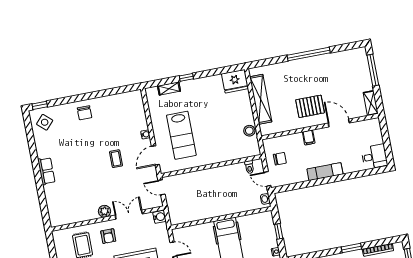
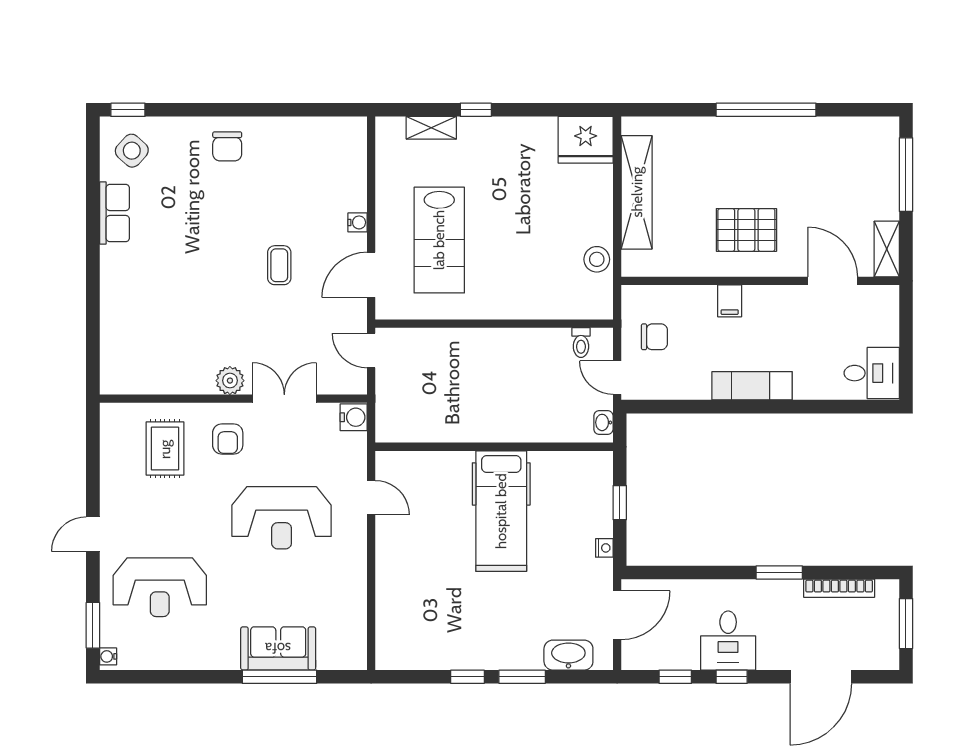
door: (339, 123) -> (833, 281), moved
row of seats: (46, 171) -> (114, 213), moved

